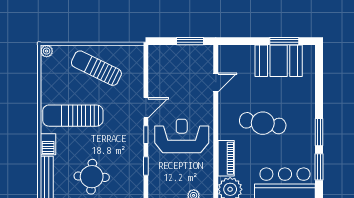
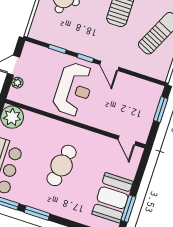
window: (190, 41) -> (161, 110), moved
door: (216, 82) -> (127, 140), moved
piano: (226, 158) -> (41, 123), removed

